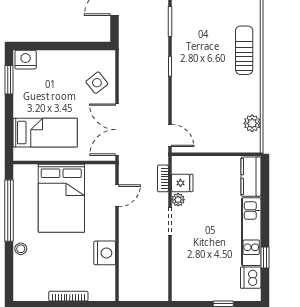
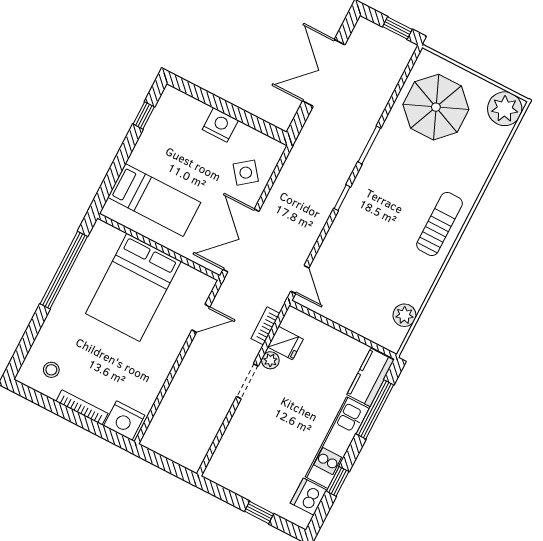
nightstand: (26, 60) -> (220, 125), moved
window: (9, 80) -> (144, 115), width x0.67
window: (265, 196) -> (375, 409), added
stool: (21, 249) -> (51, 370), moved
nightstand: (105, 253) -> (124, 421), moved, turned 90

